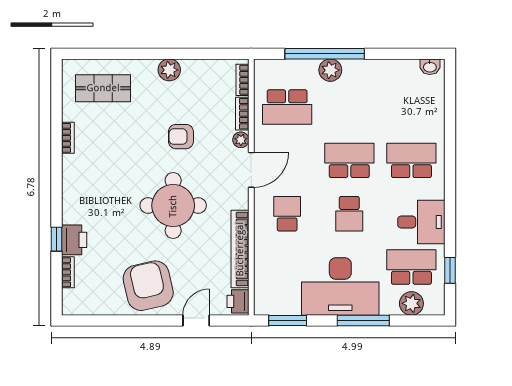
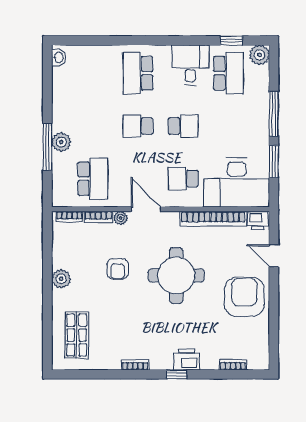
window: (325, 54) -> (47, 147), width x0.68
bookcase: (68, 138) -> (135, 365), moved
school desk: (349, 160) -> (138, 126), width x0.54
window: (57, 239) -> (177, 374), moved
printer: (74, 240) -> (187, 359), moved
school desk: (411, 267) -> (228, 73), turned 180
armchair: (148, 286) -> (244, 297), turned 103
desk: (340, 286) -> (237, 183), moved, turned 90
plant: (411, 303) -> (259, 55), moved
window: (288, 320) -> (274, 162), moved

